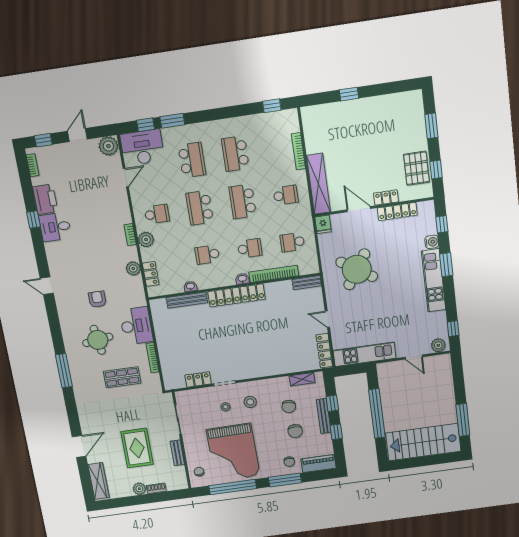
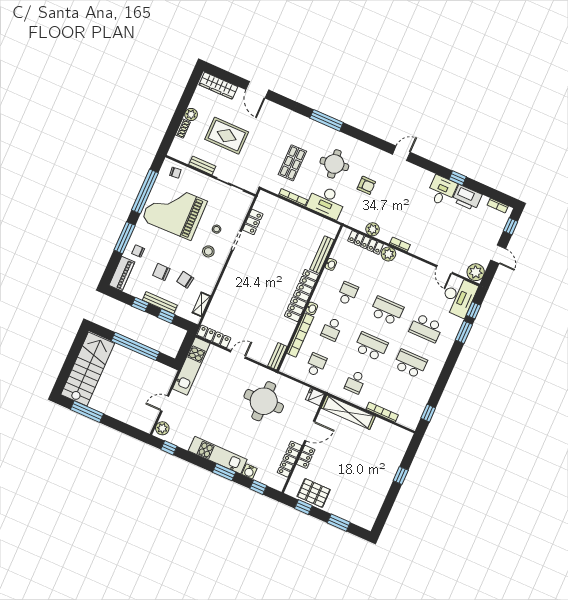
school desk: (157, 214) -> (402, 275), removed
round table: (357, 269) -> (264, 401), turned -33
locker: (151, 274) -> (365, 242), width x1.53

